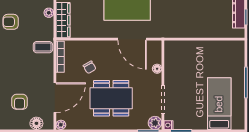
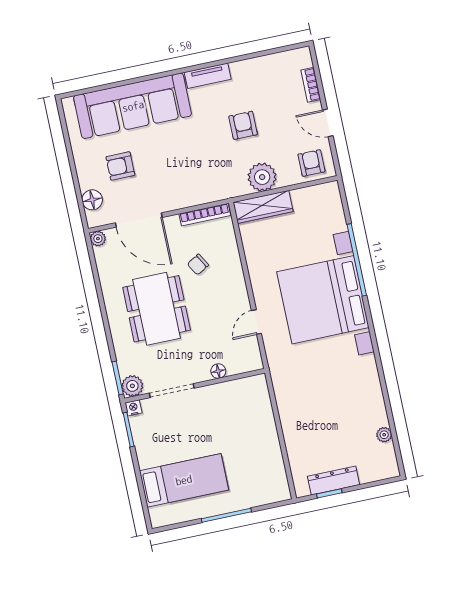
plant: (49, 13) -> (262, 177), width x1.88, depth x1.88
door: (132, 39) -> (256, 322), width x0.53
coffee table: (43, 47) -> (214, 184), removed

